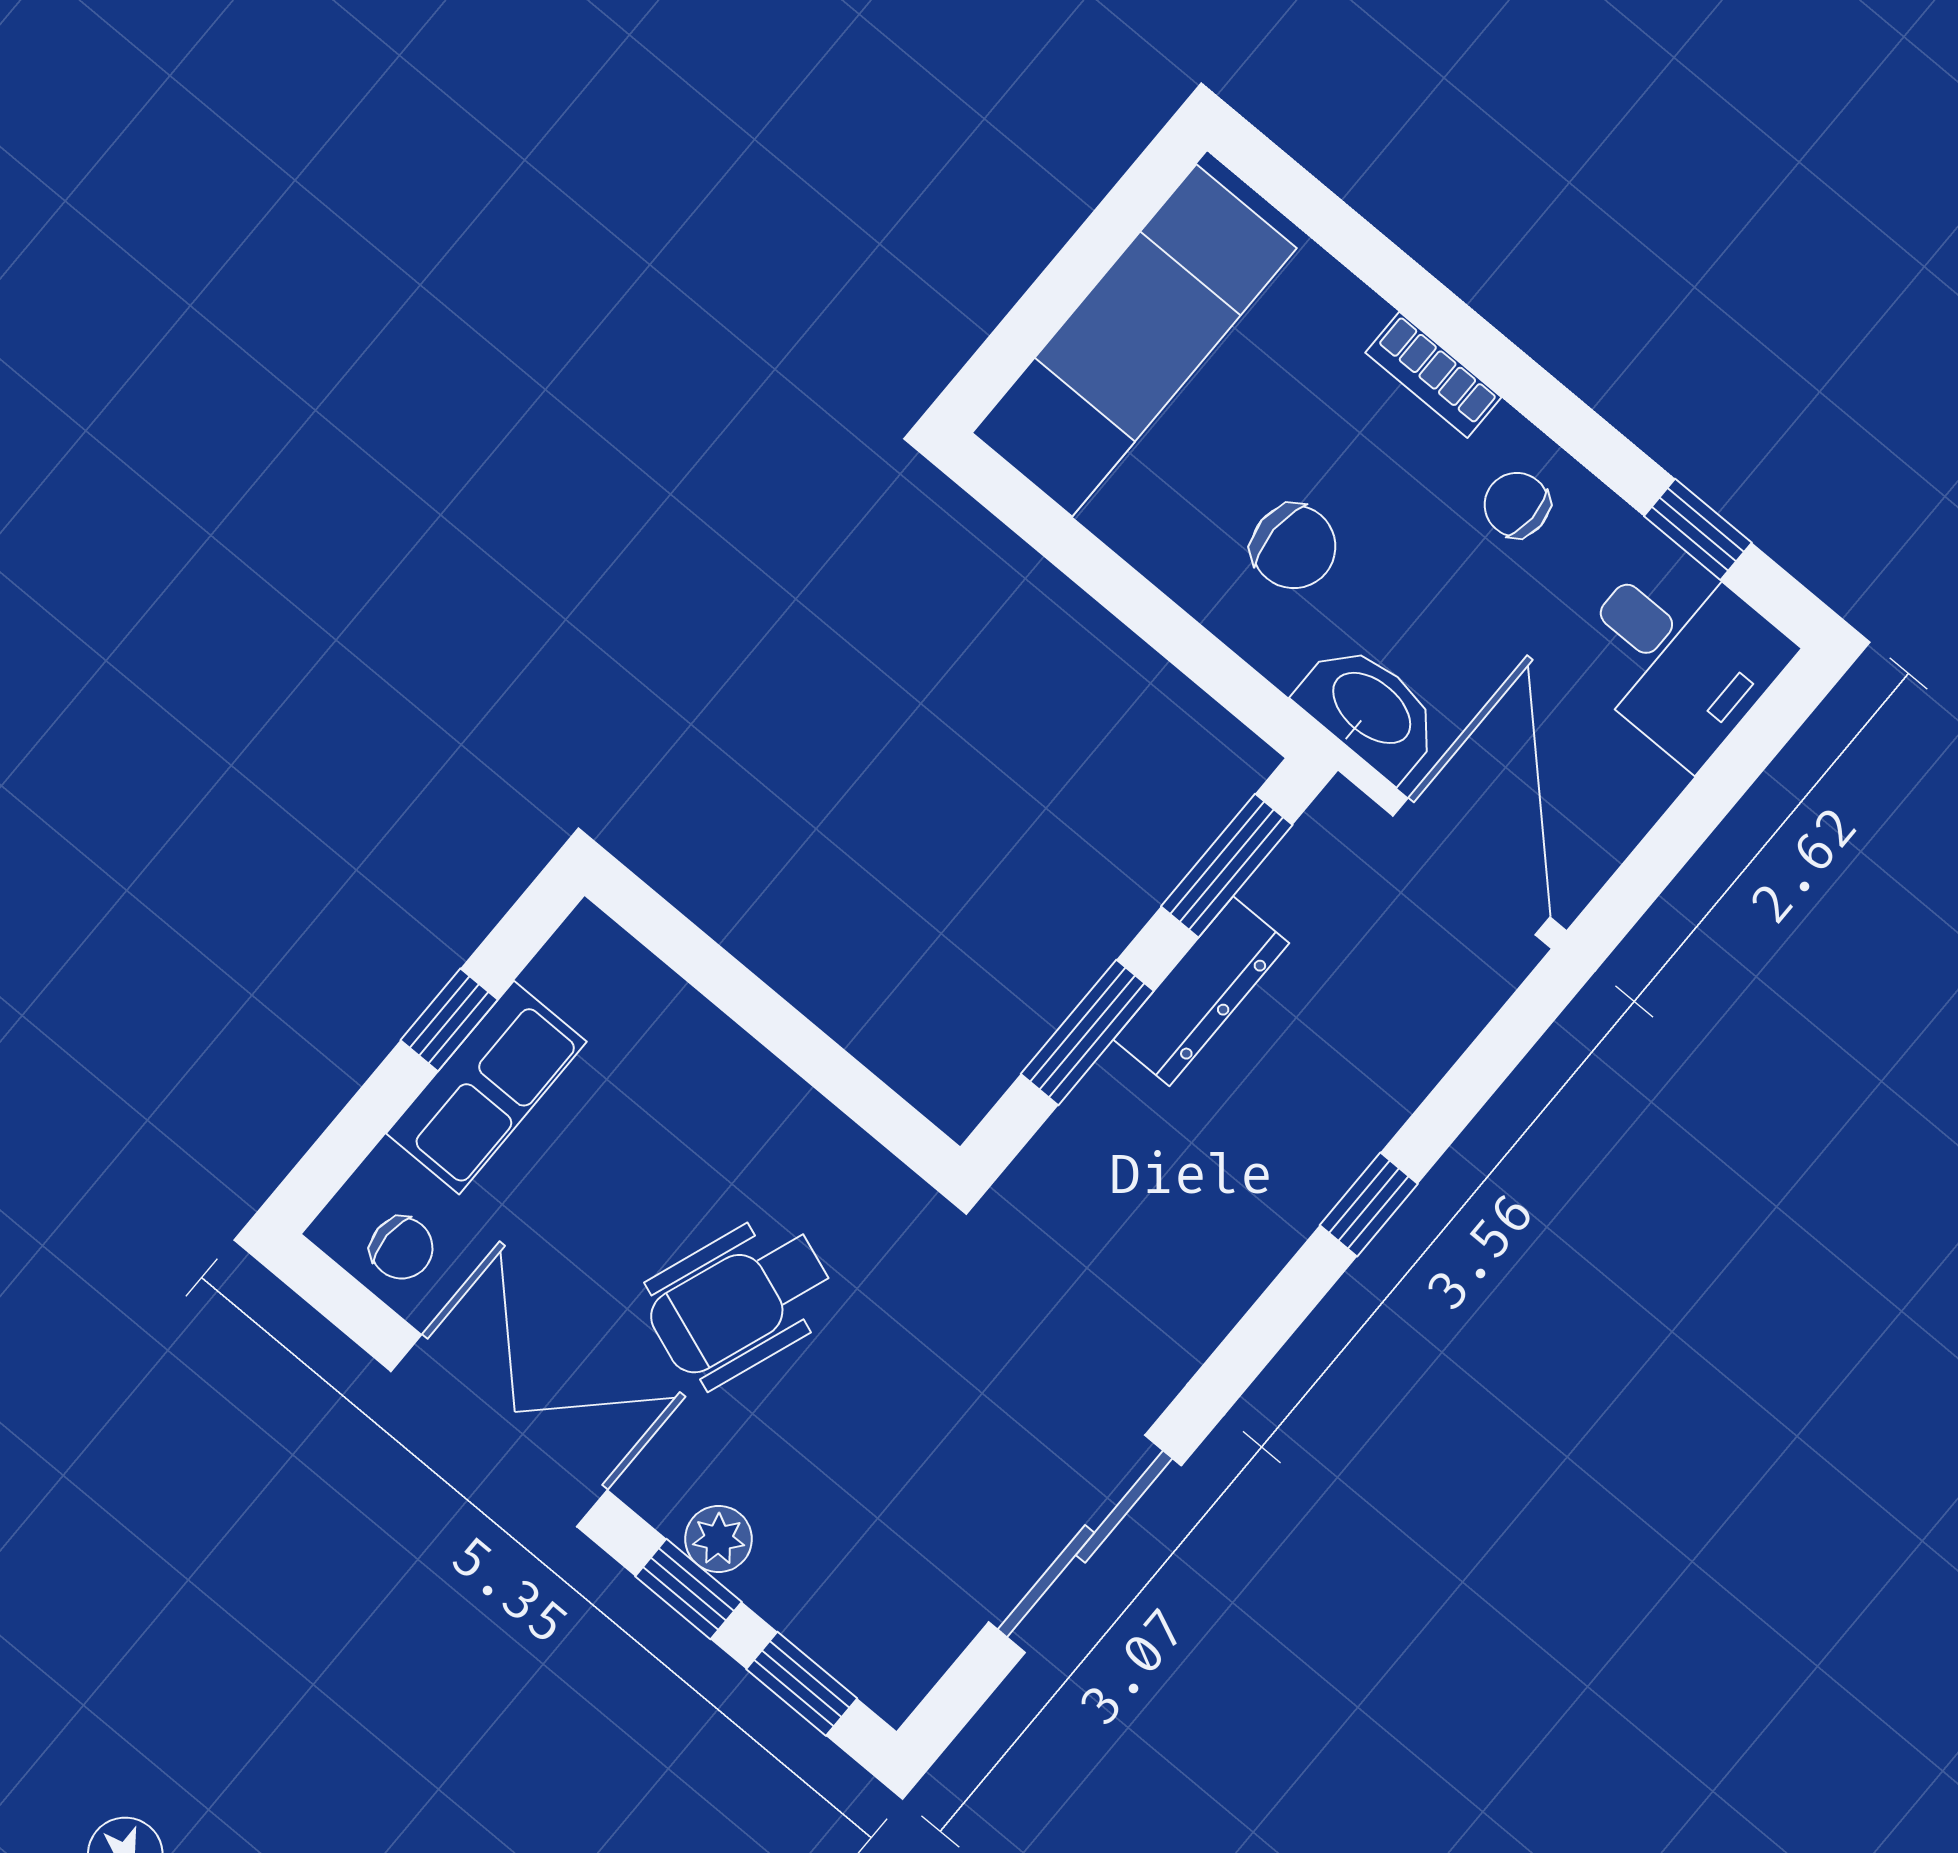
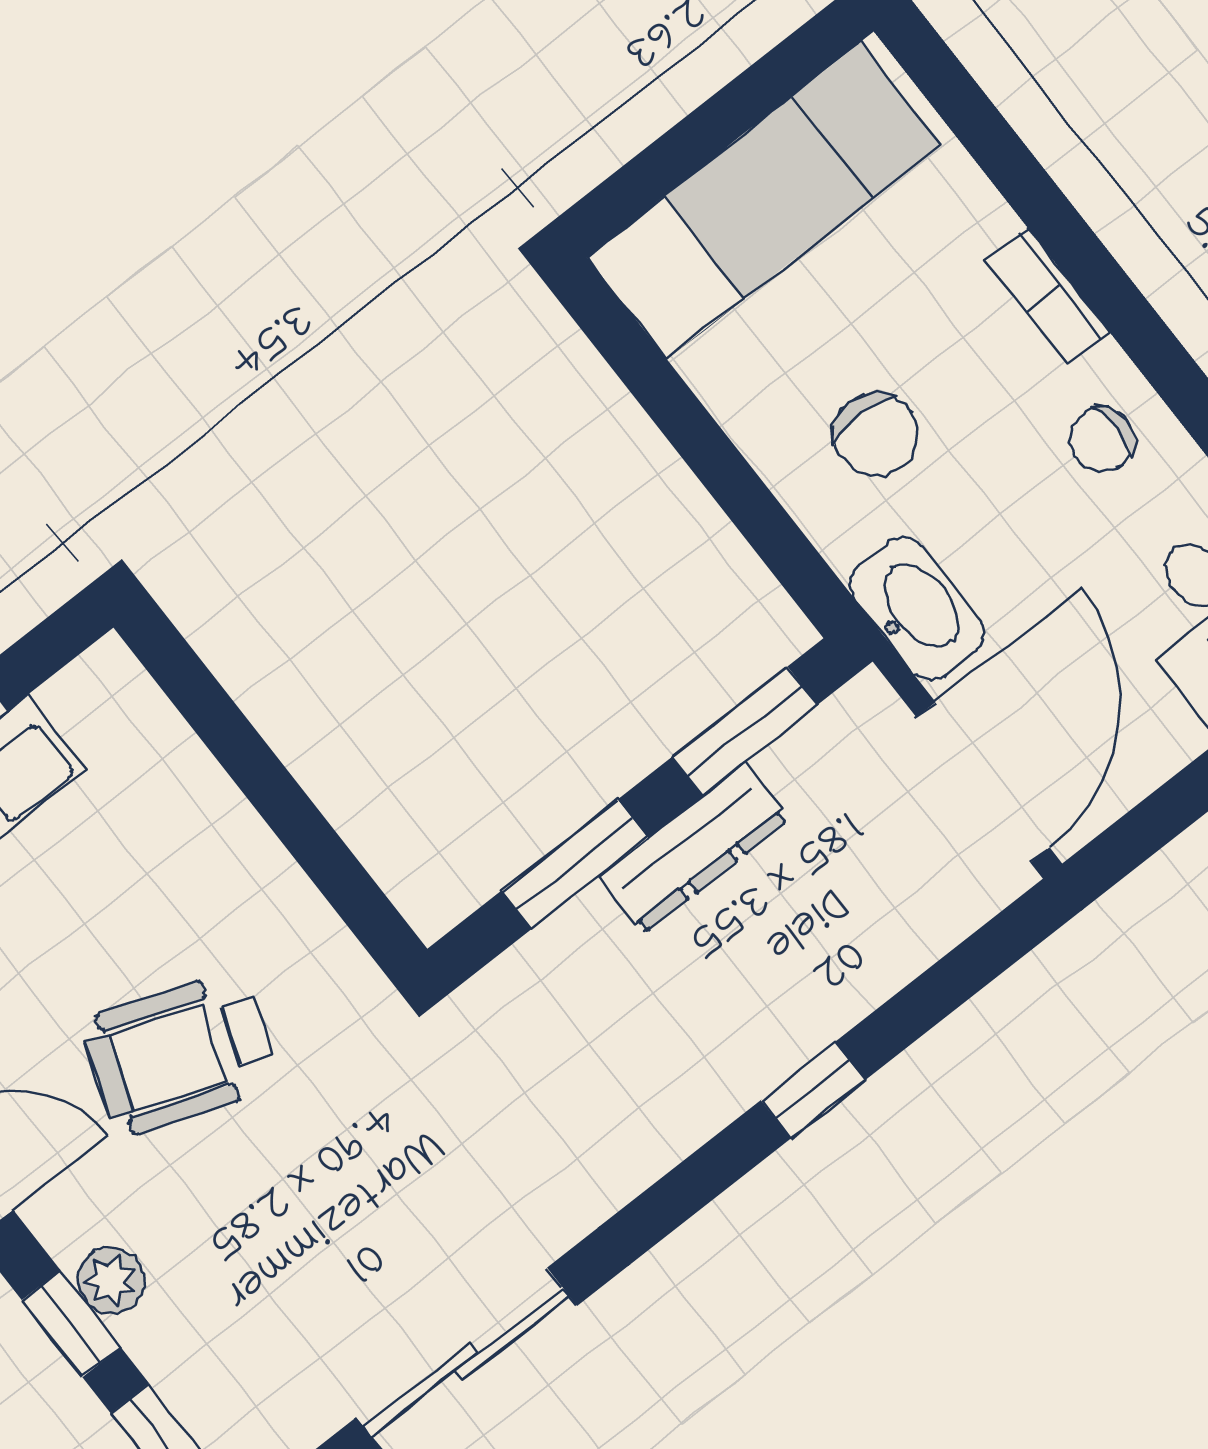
chair: (1517, 505) -> (1102, 440), turned -91

